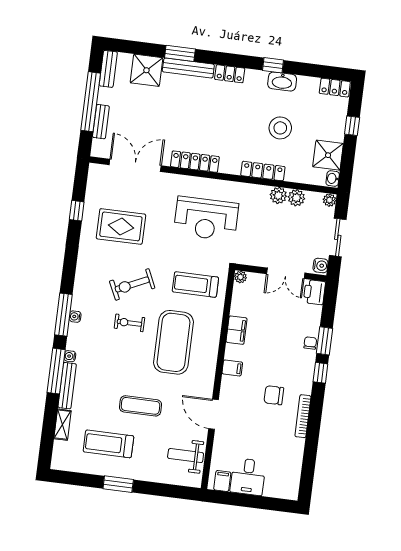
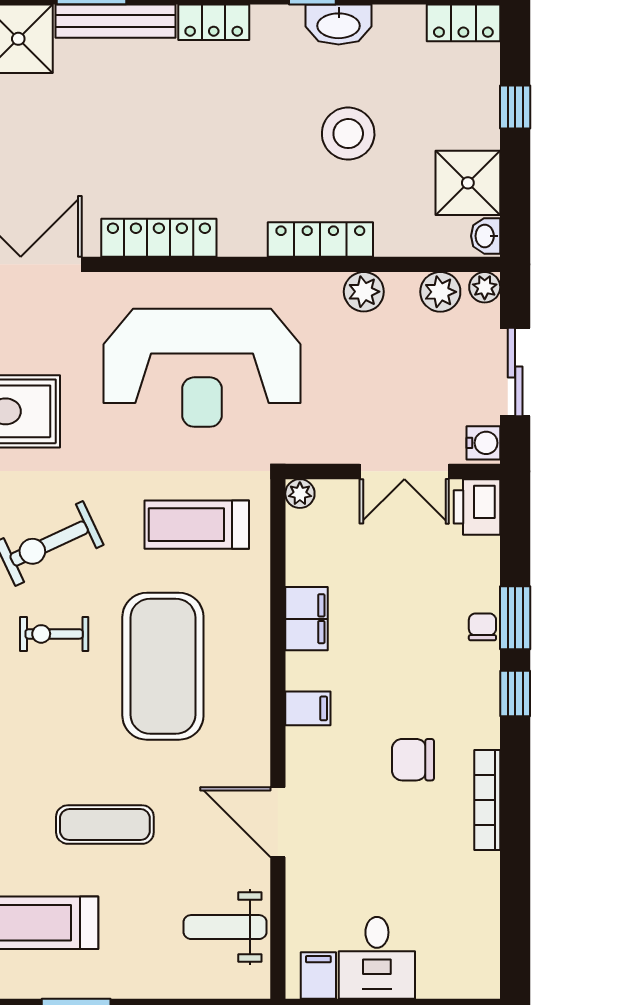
plant: (296, 198) -> (440, 292), moved
reception desk: (206, 219) -> (202, 368), width x1.36, depth x1.30

